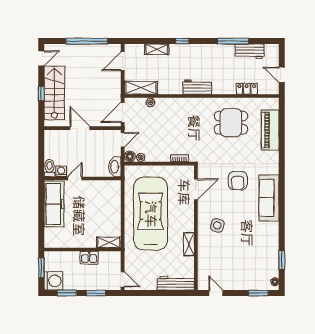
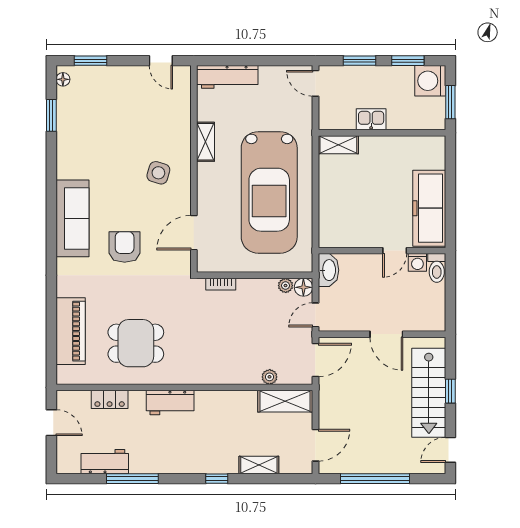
workbench: (197, 87) -> (170, 403), moved

